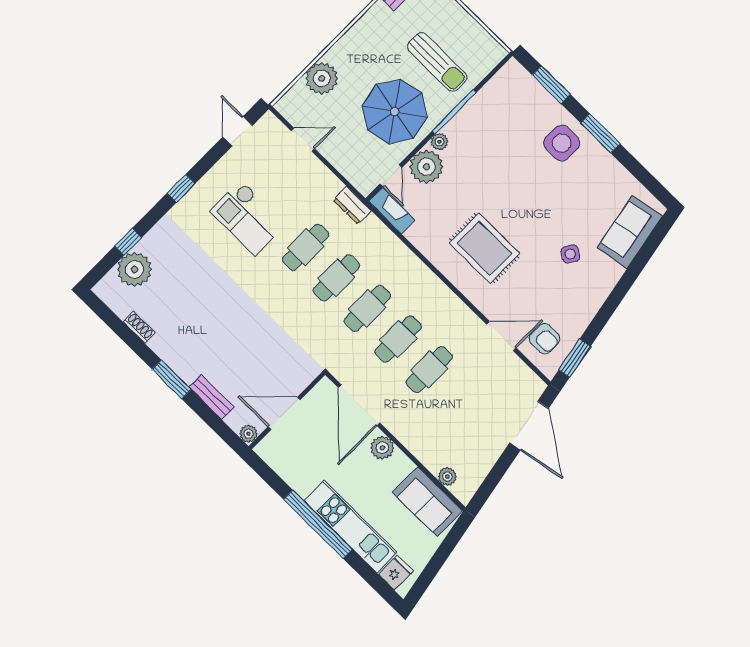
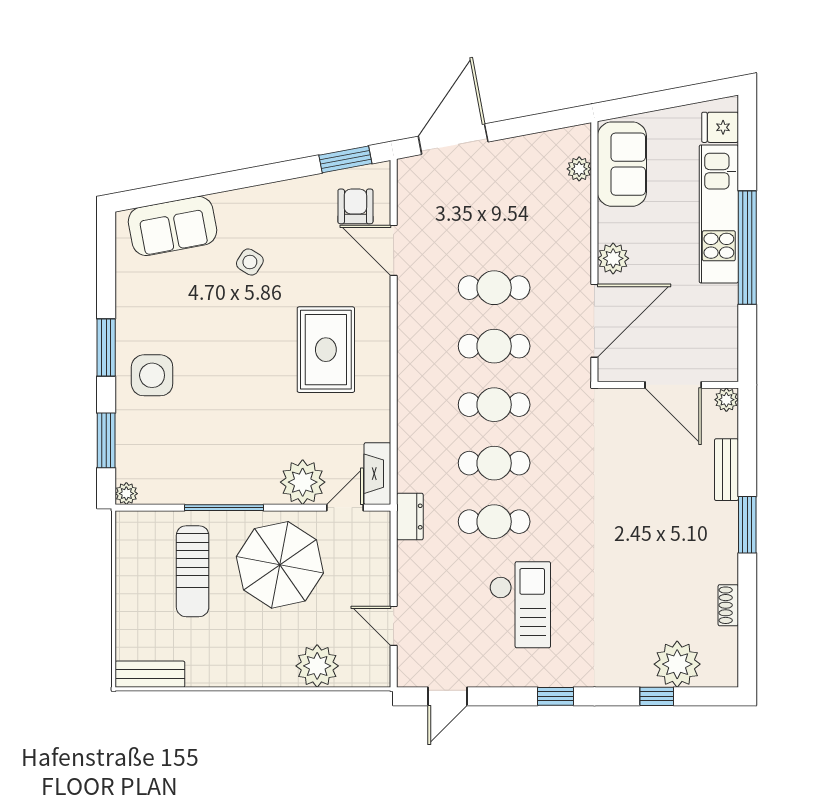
sun lounger: (437, 62) -> (193, 571), turned 180
plant: (439, 142) -> (126, 494), moved

